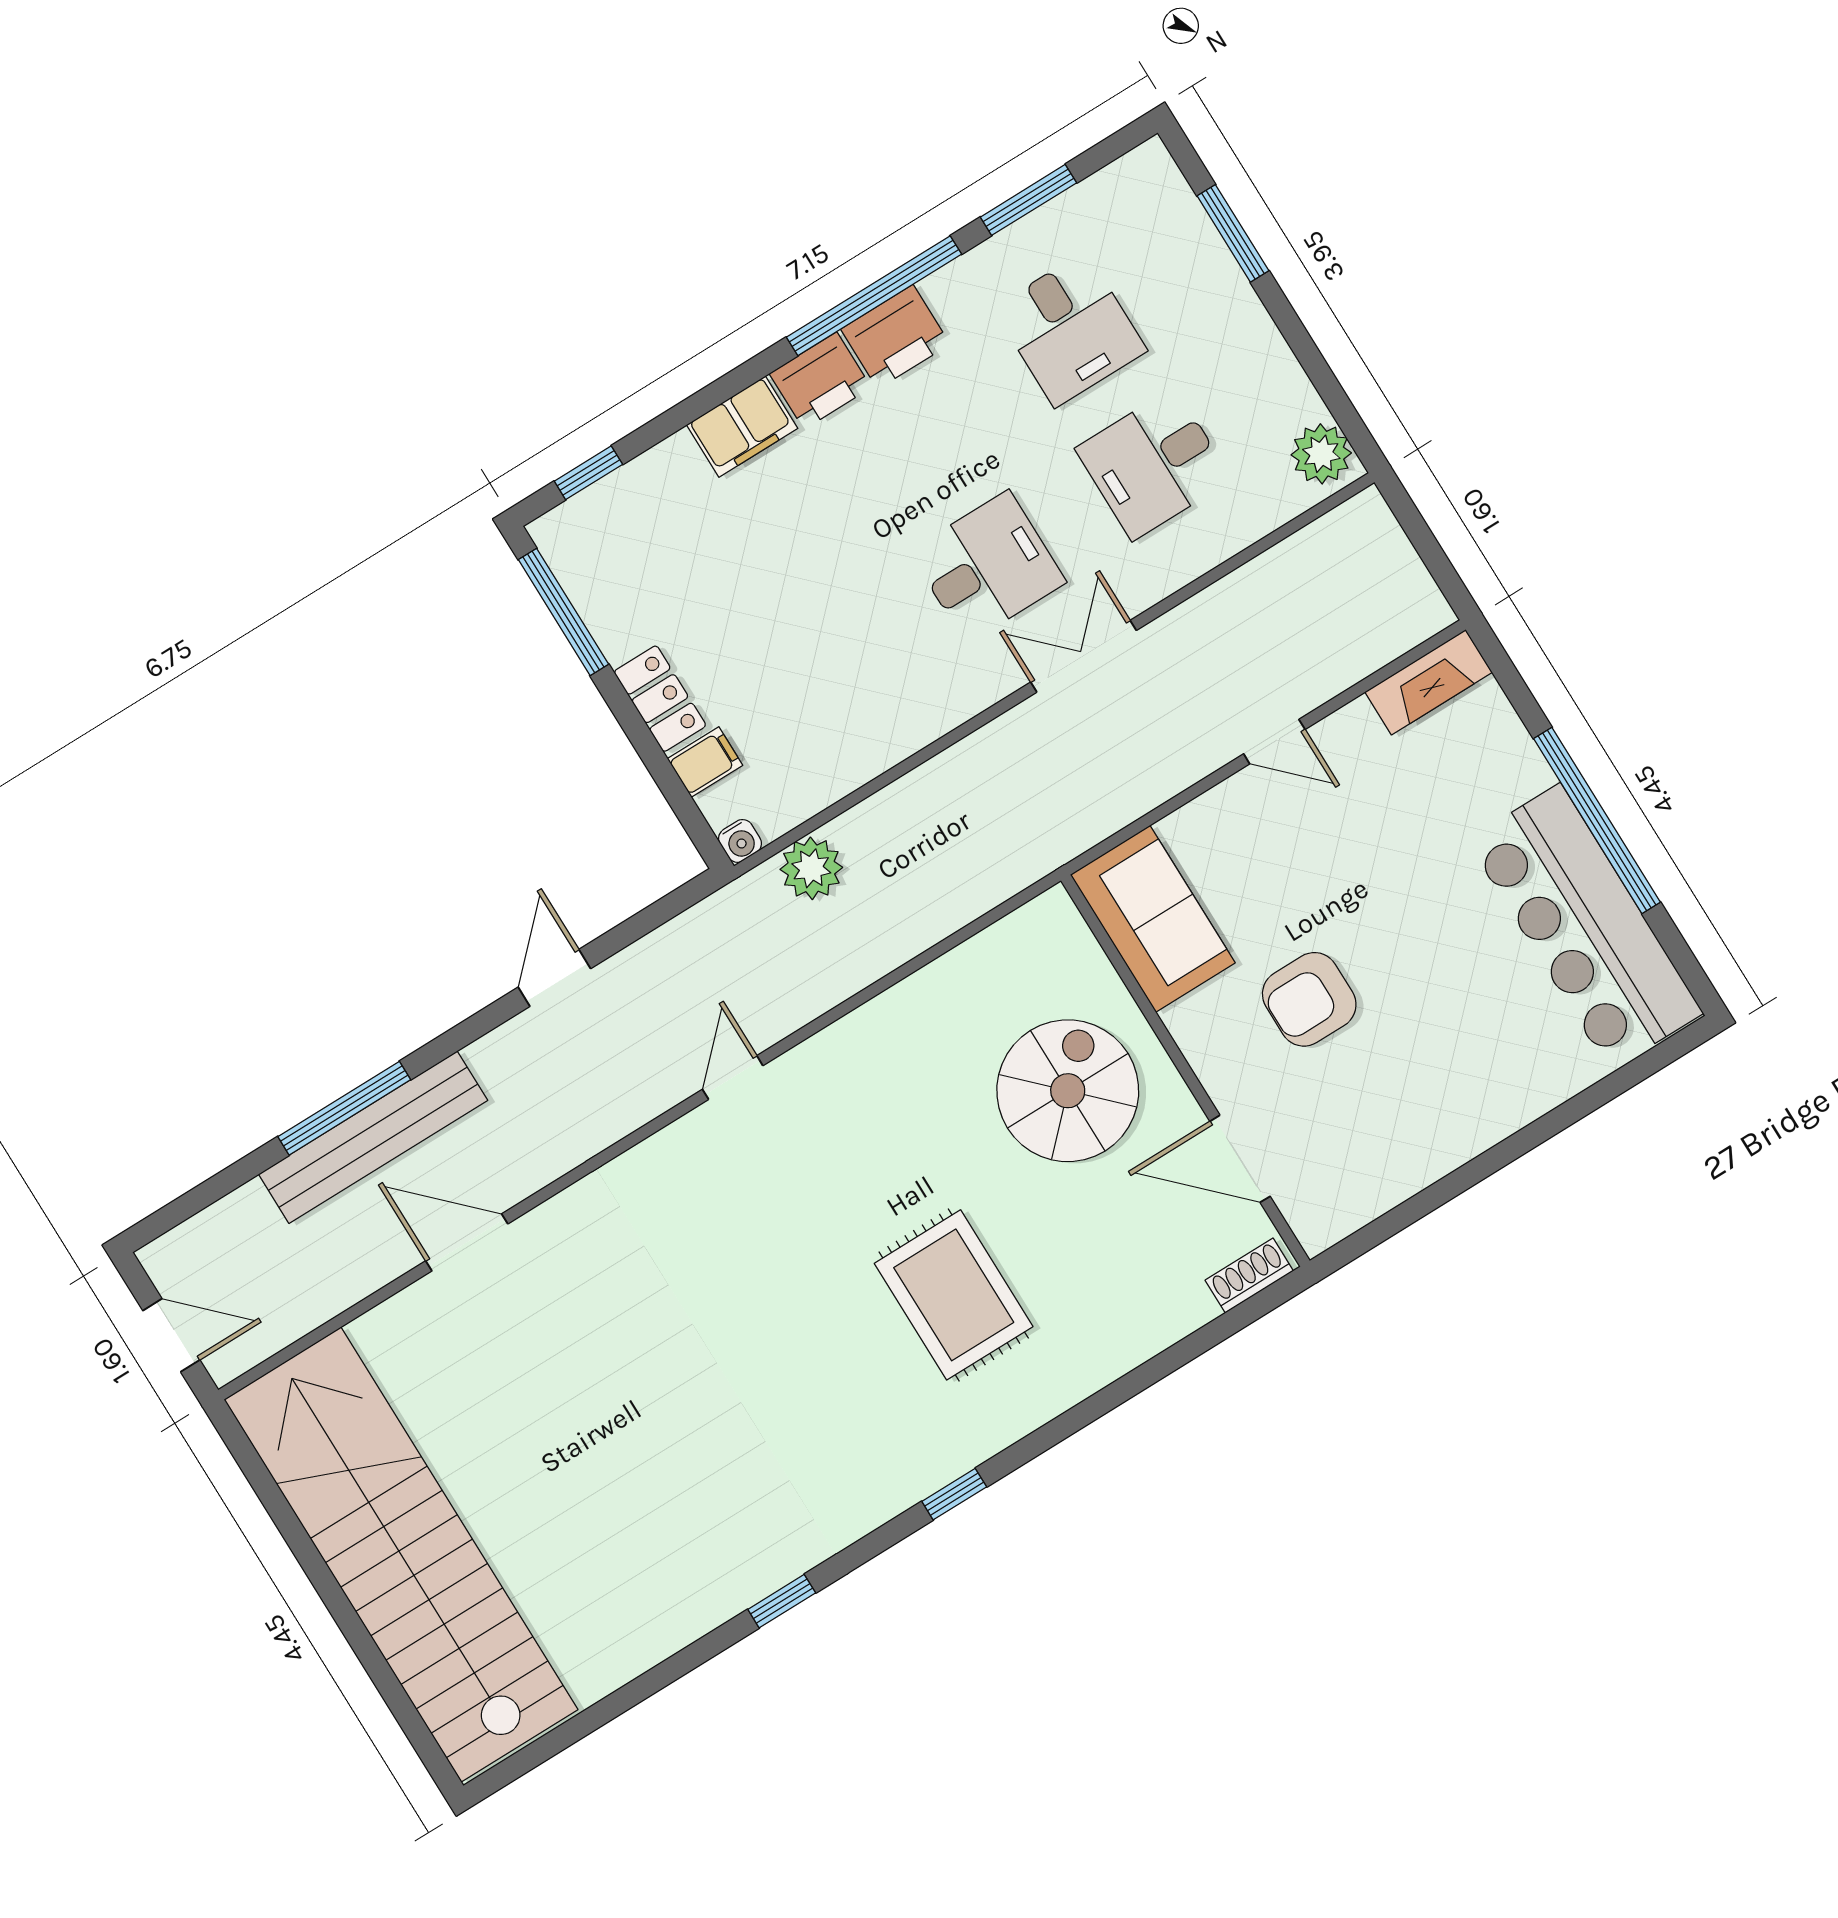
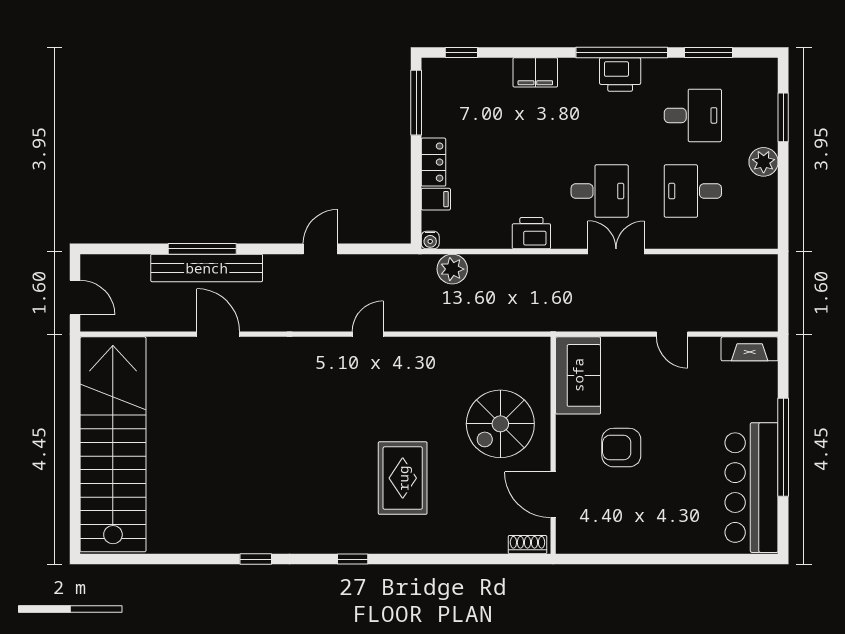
desk: (1070, 329) -> (693, 115), turned -90
printer: (820, 381) -> (531, 233), moved, turned 180
plant: (1321, 454) -> (764, 162), moved
spiral stairs: (1068, 1091) -> (500, 424), turned 180

